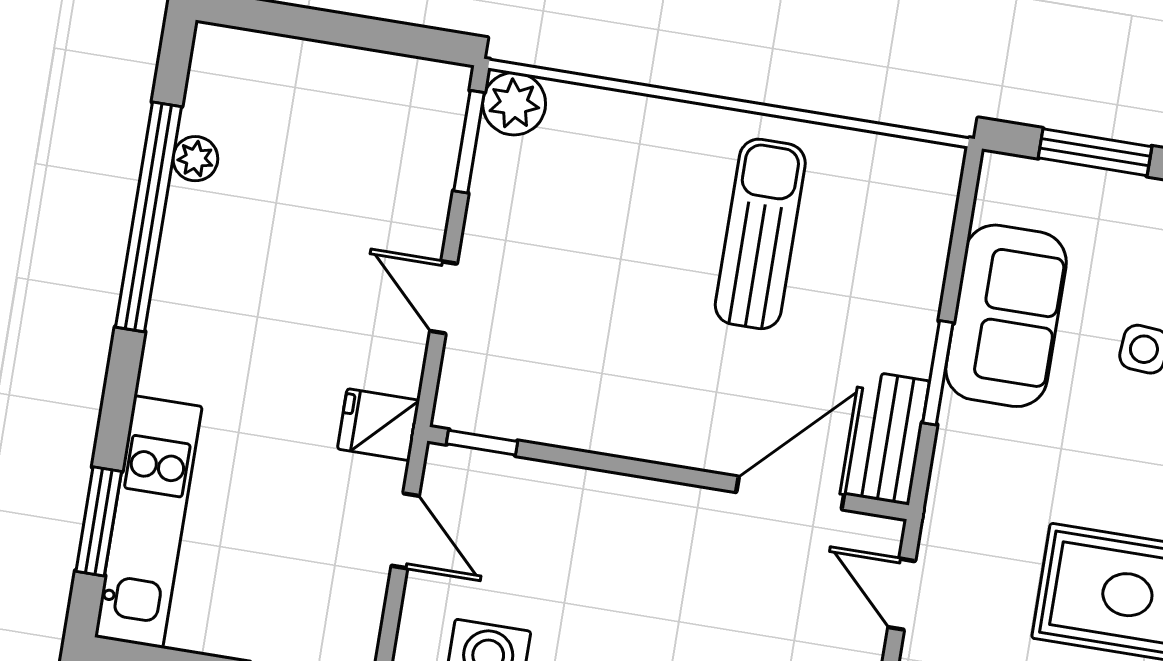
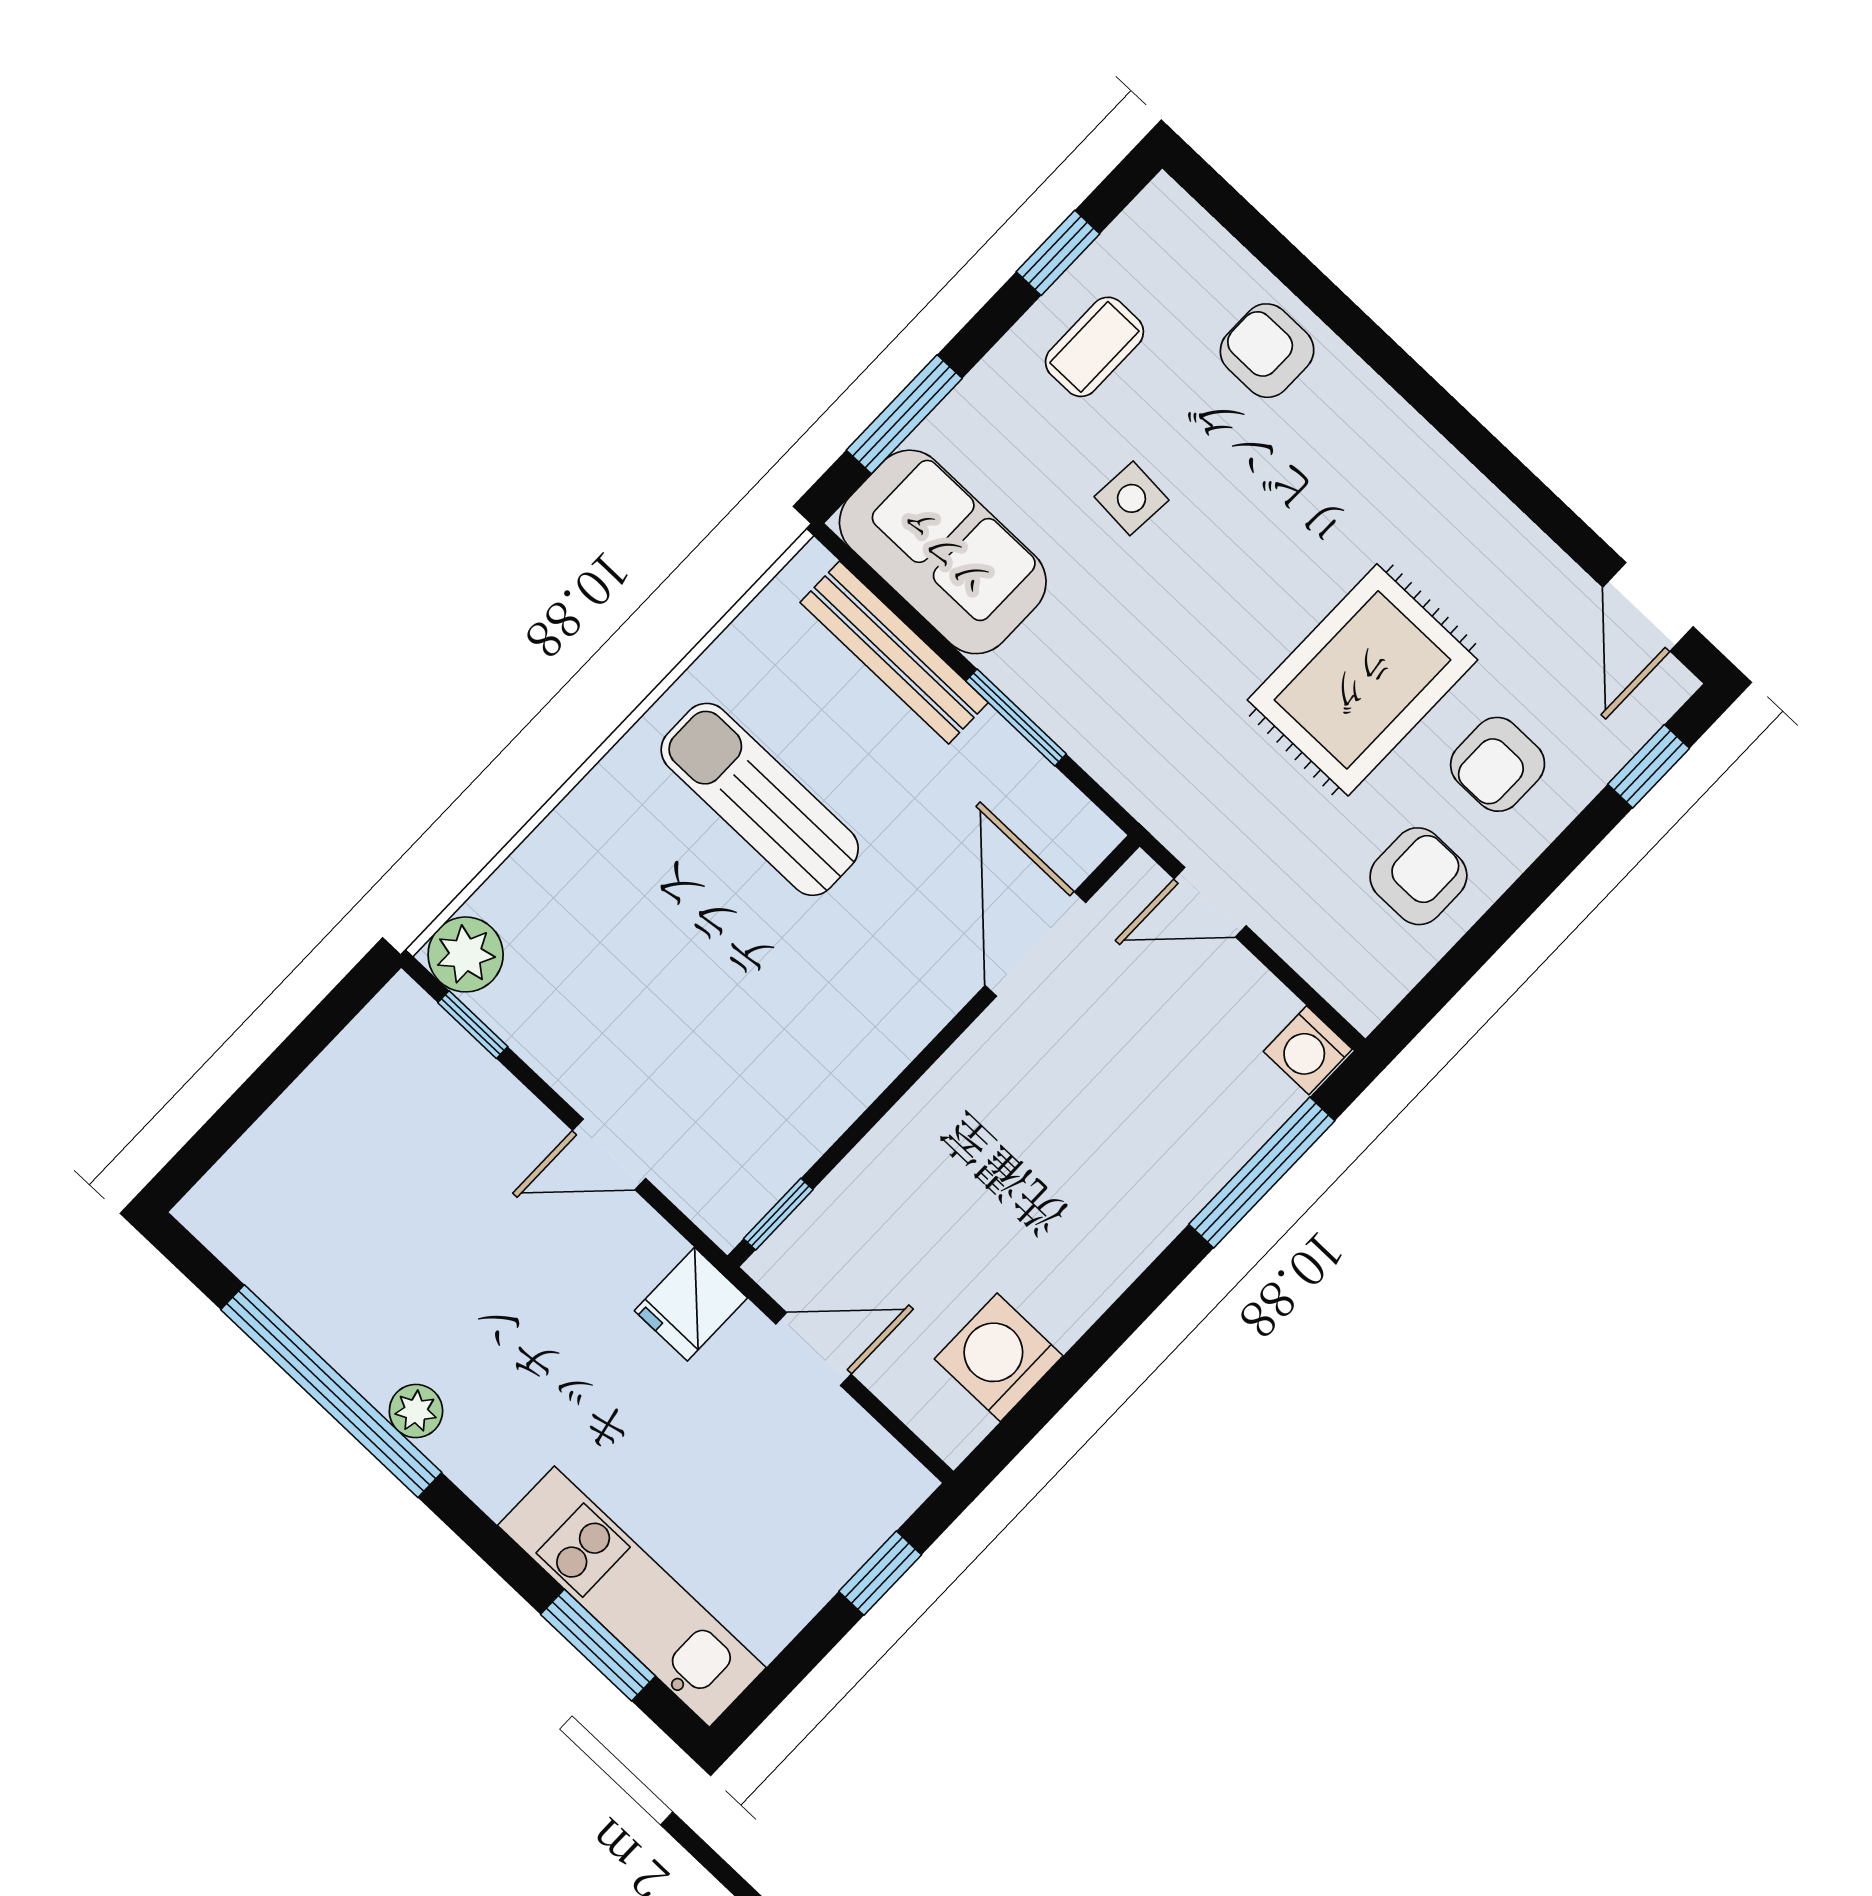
window: (469, 142) -> (473, 1025), width x0.67
plant: (195, 159) -> (416, 1411), moved
sofa: (1006, 316) -> (943, 552), moved
bench: (896, 439) -> (894, 653), moved, width x1.36

